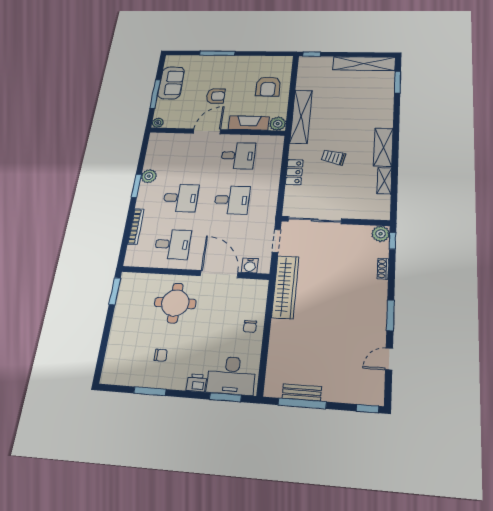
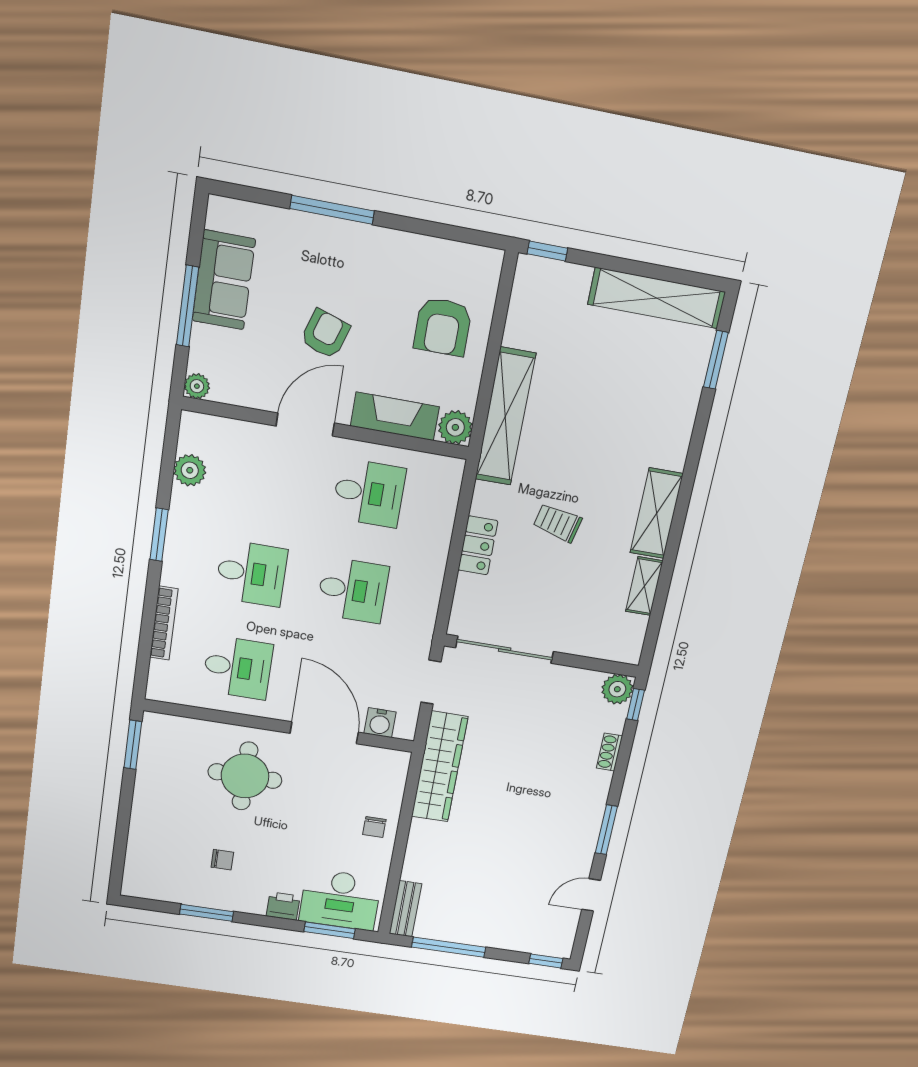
armchair: (216, 96) -> (325, 334), turned -72
plant: (149, 176) -> (190, 470), moved
bench: (302, 392) -> (405, 909), moved, turned 90

